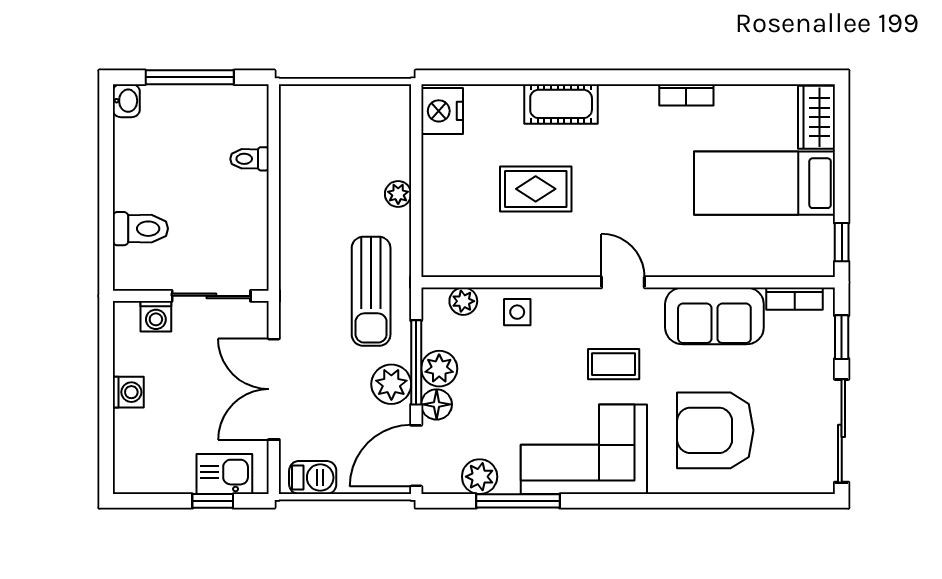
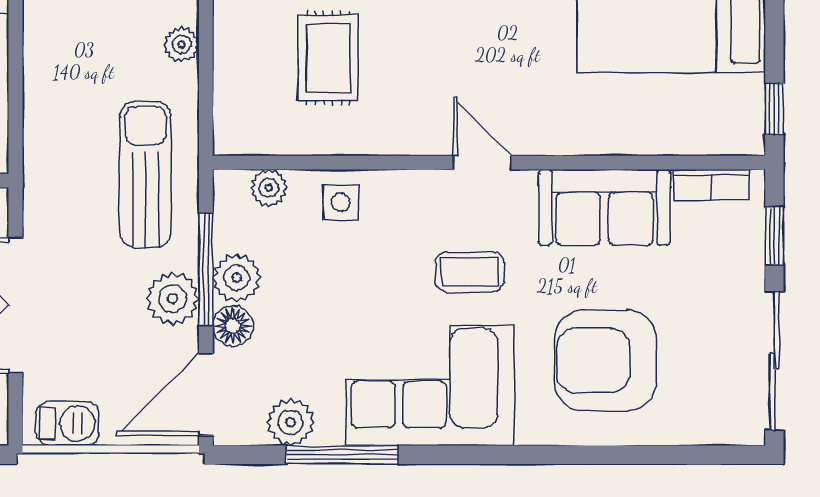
rug: (536, 189) -> (328, 58), moved, turned 90
sun lounger: (371, 291) -> (145, 175), turned 180

